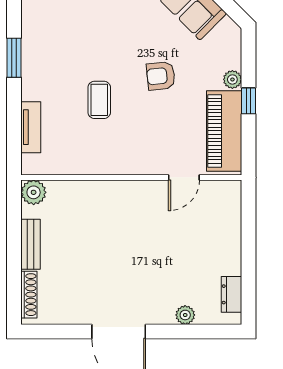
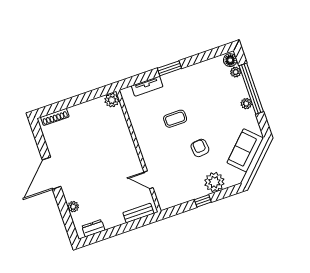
window: (14, 58) -> (169, 68), moved
plant: (232, 79) -> (214, 182), width x1.88, depth x1.88
piano: (224, 131) -> (182, 193), removed
bench: (31, 244) -> (138, 213), moved

